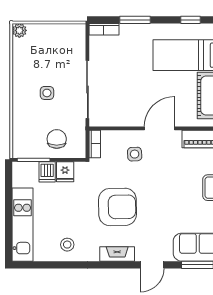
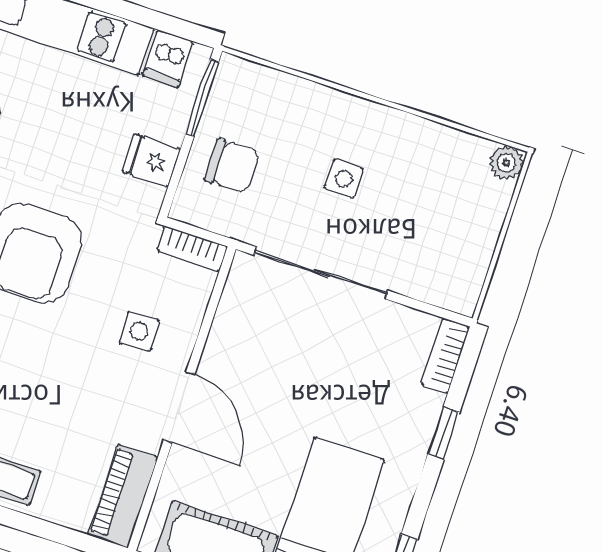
window: (135, 20) -> (444, 433), width x0.67
dishwasher: (47, 172) -> (168, 59), moved, turned -90

